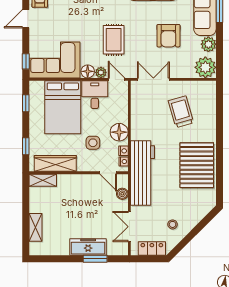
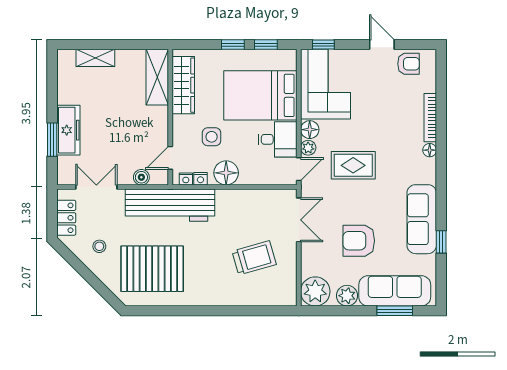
window: (26, 146) -> (233, 45), moved
pallet: (197, 165) -> (152, 269), moved
shelving: (43, 180) -> (157, 77), width x1.50, depth x1.33

